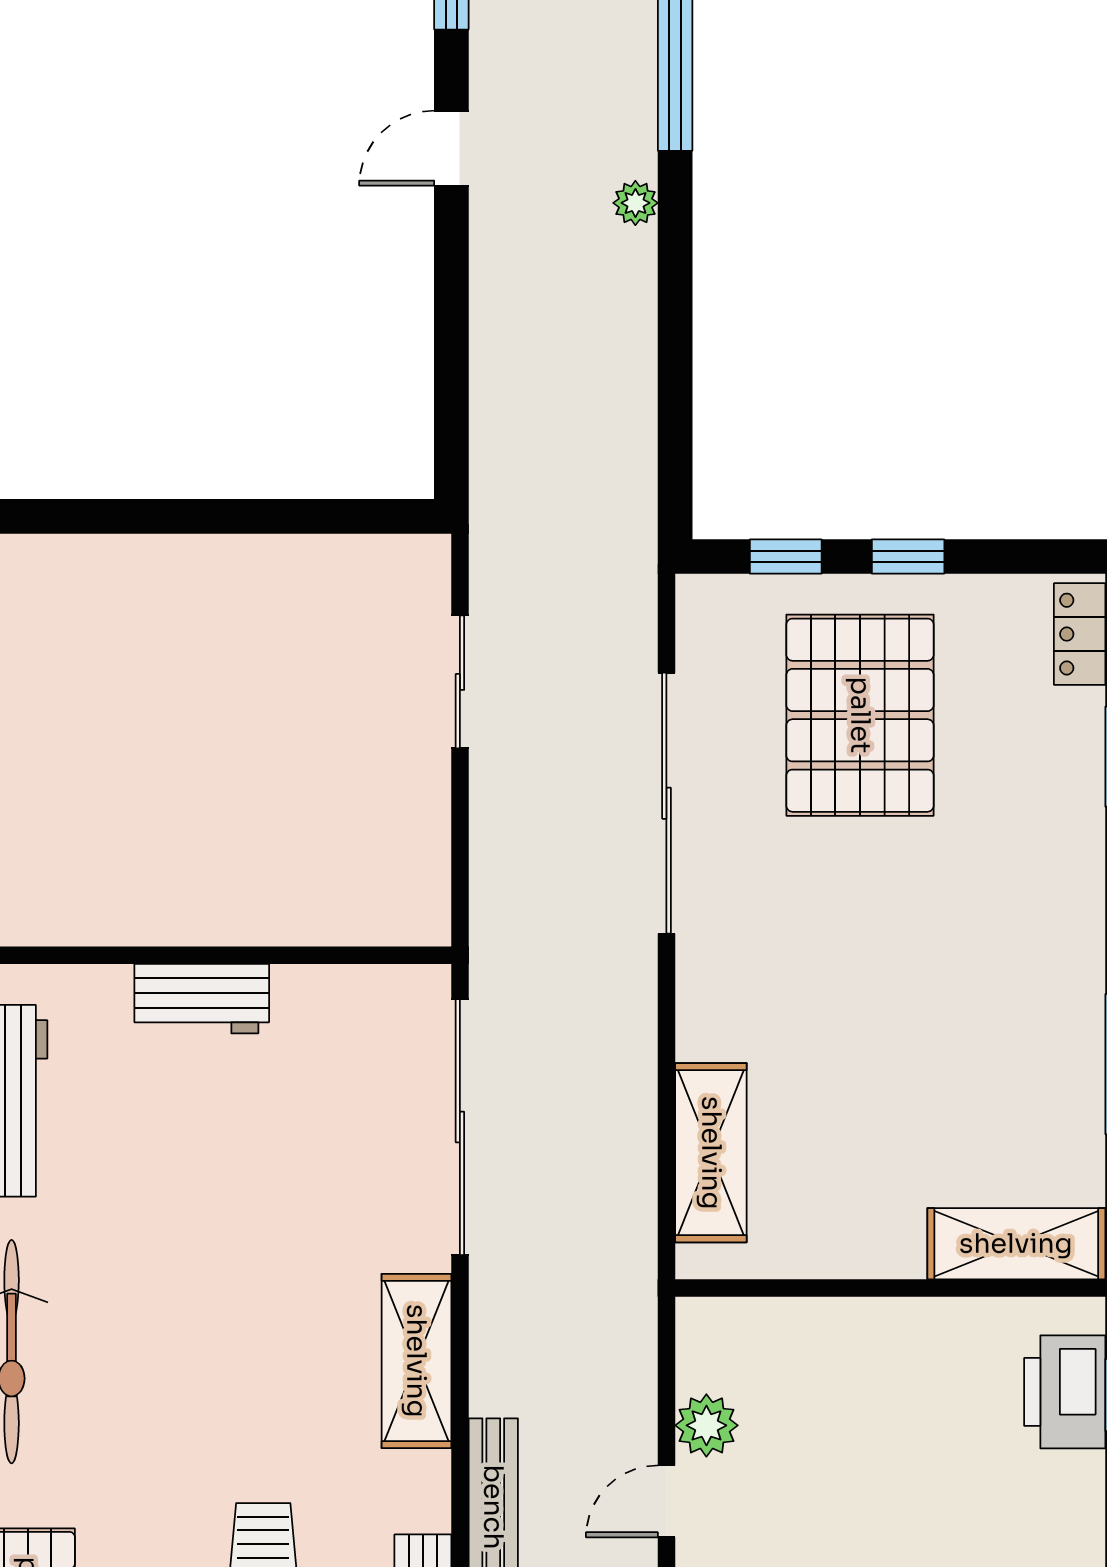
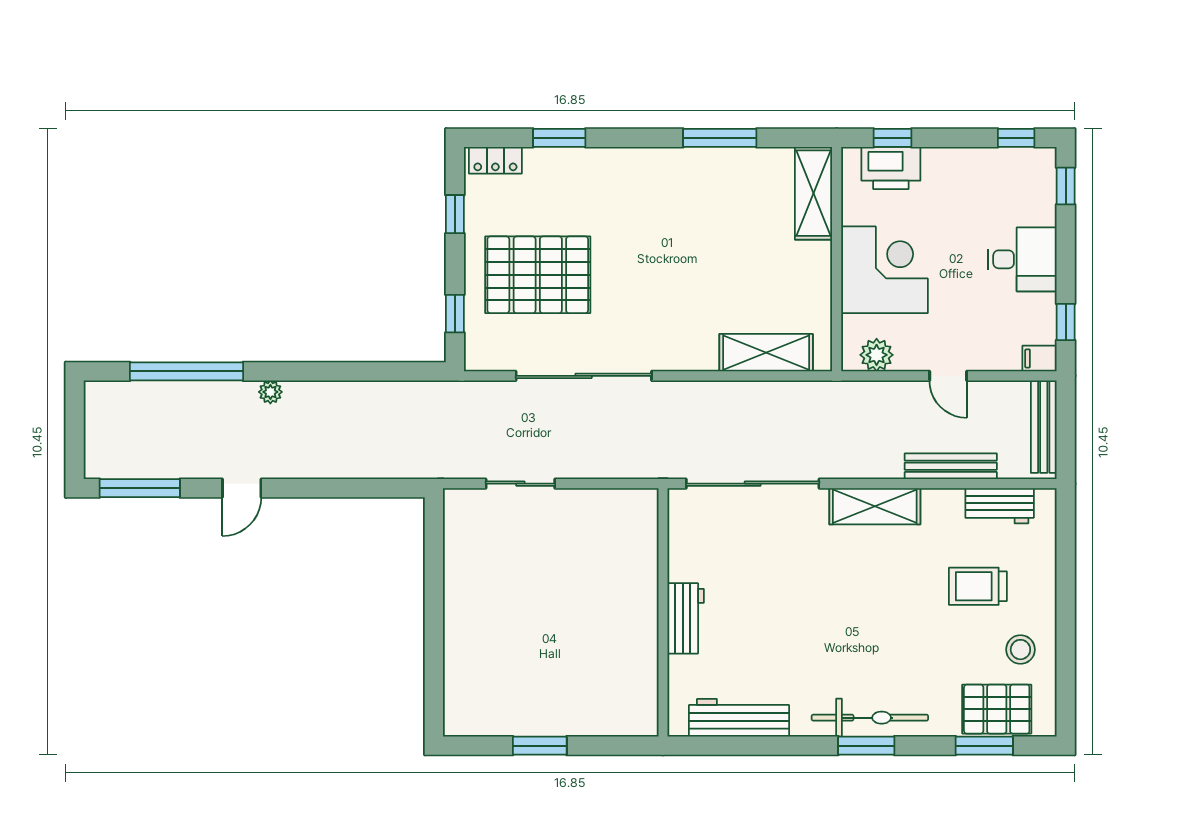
door: (451, 148) -> (242, 488), hinge flipped
window: (908, 557) -> (455, 214), moved
corner desk: (870, 1380) -> (885, 270), added
plant: (706, 1425) -> (877, 355), moved

